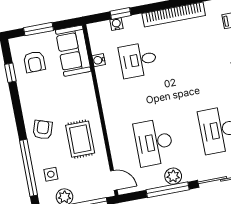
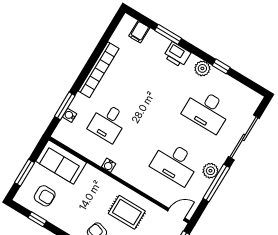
window: (121, 13) -> (65, 106), width x1.50
water cooler: (99, 60) -> (109, 165), moved

